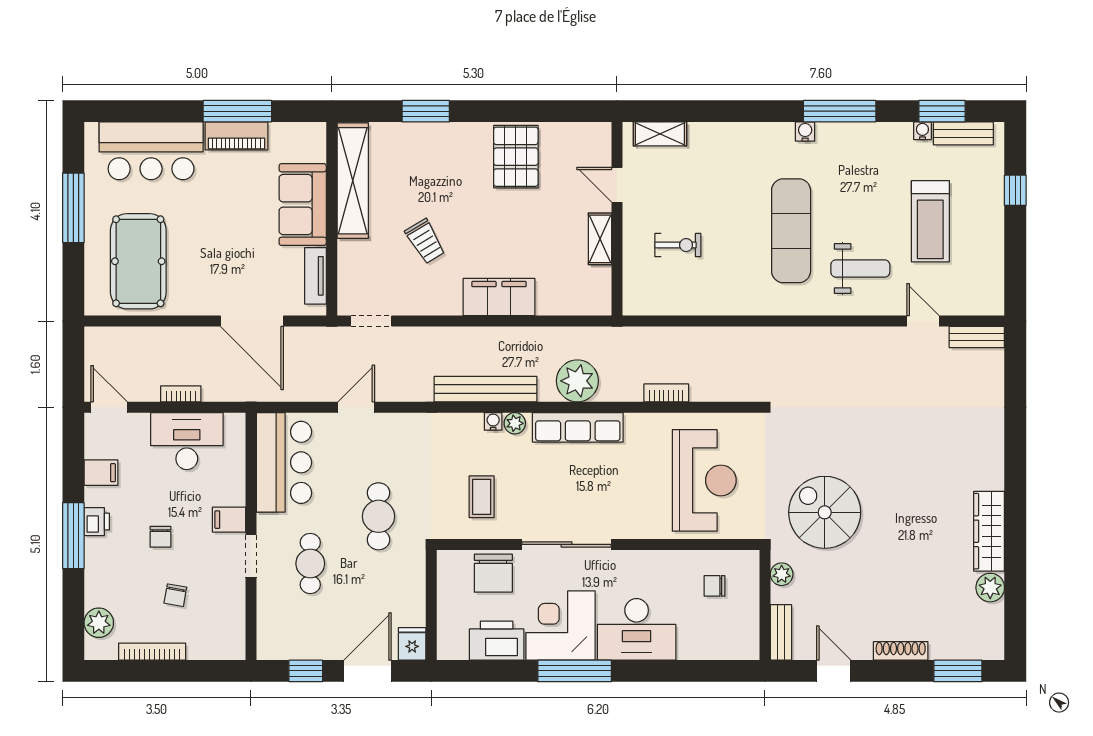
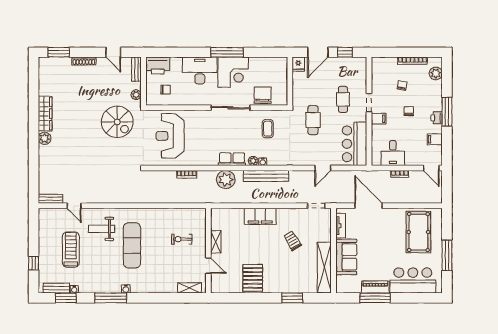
row of seats: (578, 427) -> (232, 159), width x0.68
desk: (187, 441) -> (393, 153), width x0.73
plant: (990, 588) -> (45, 138), moved
printer: (497, 641) -> (158, 66), moved

